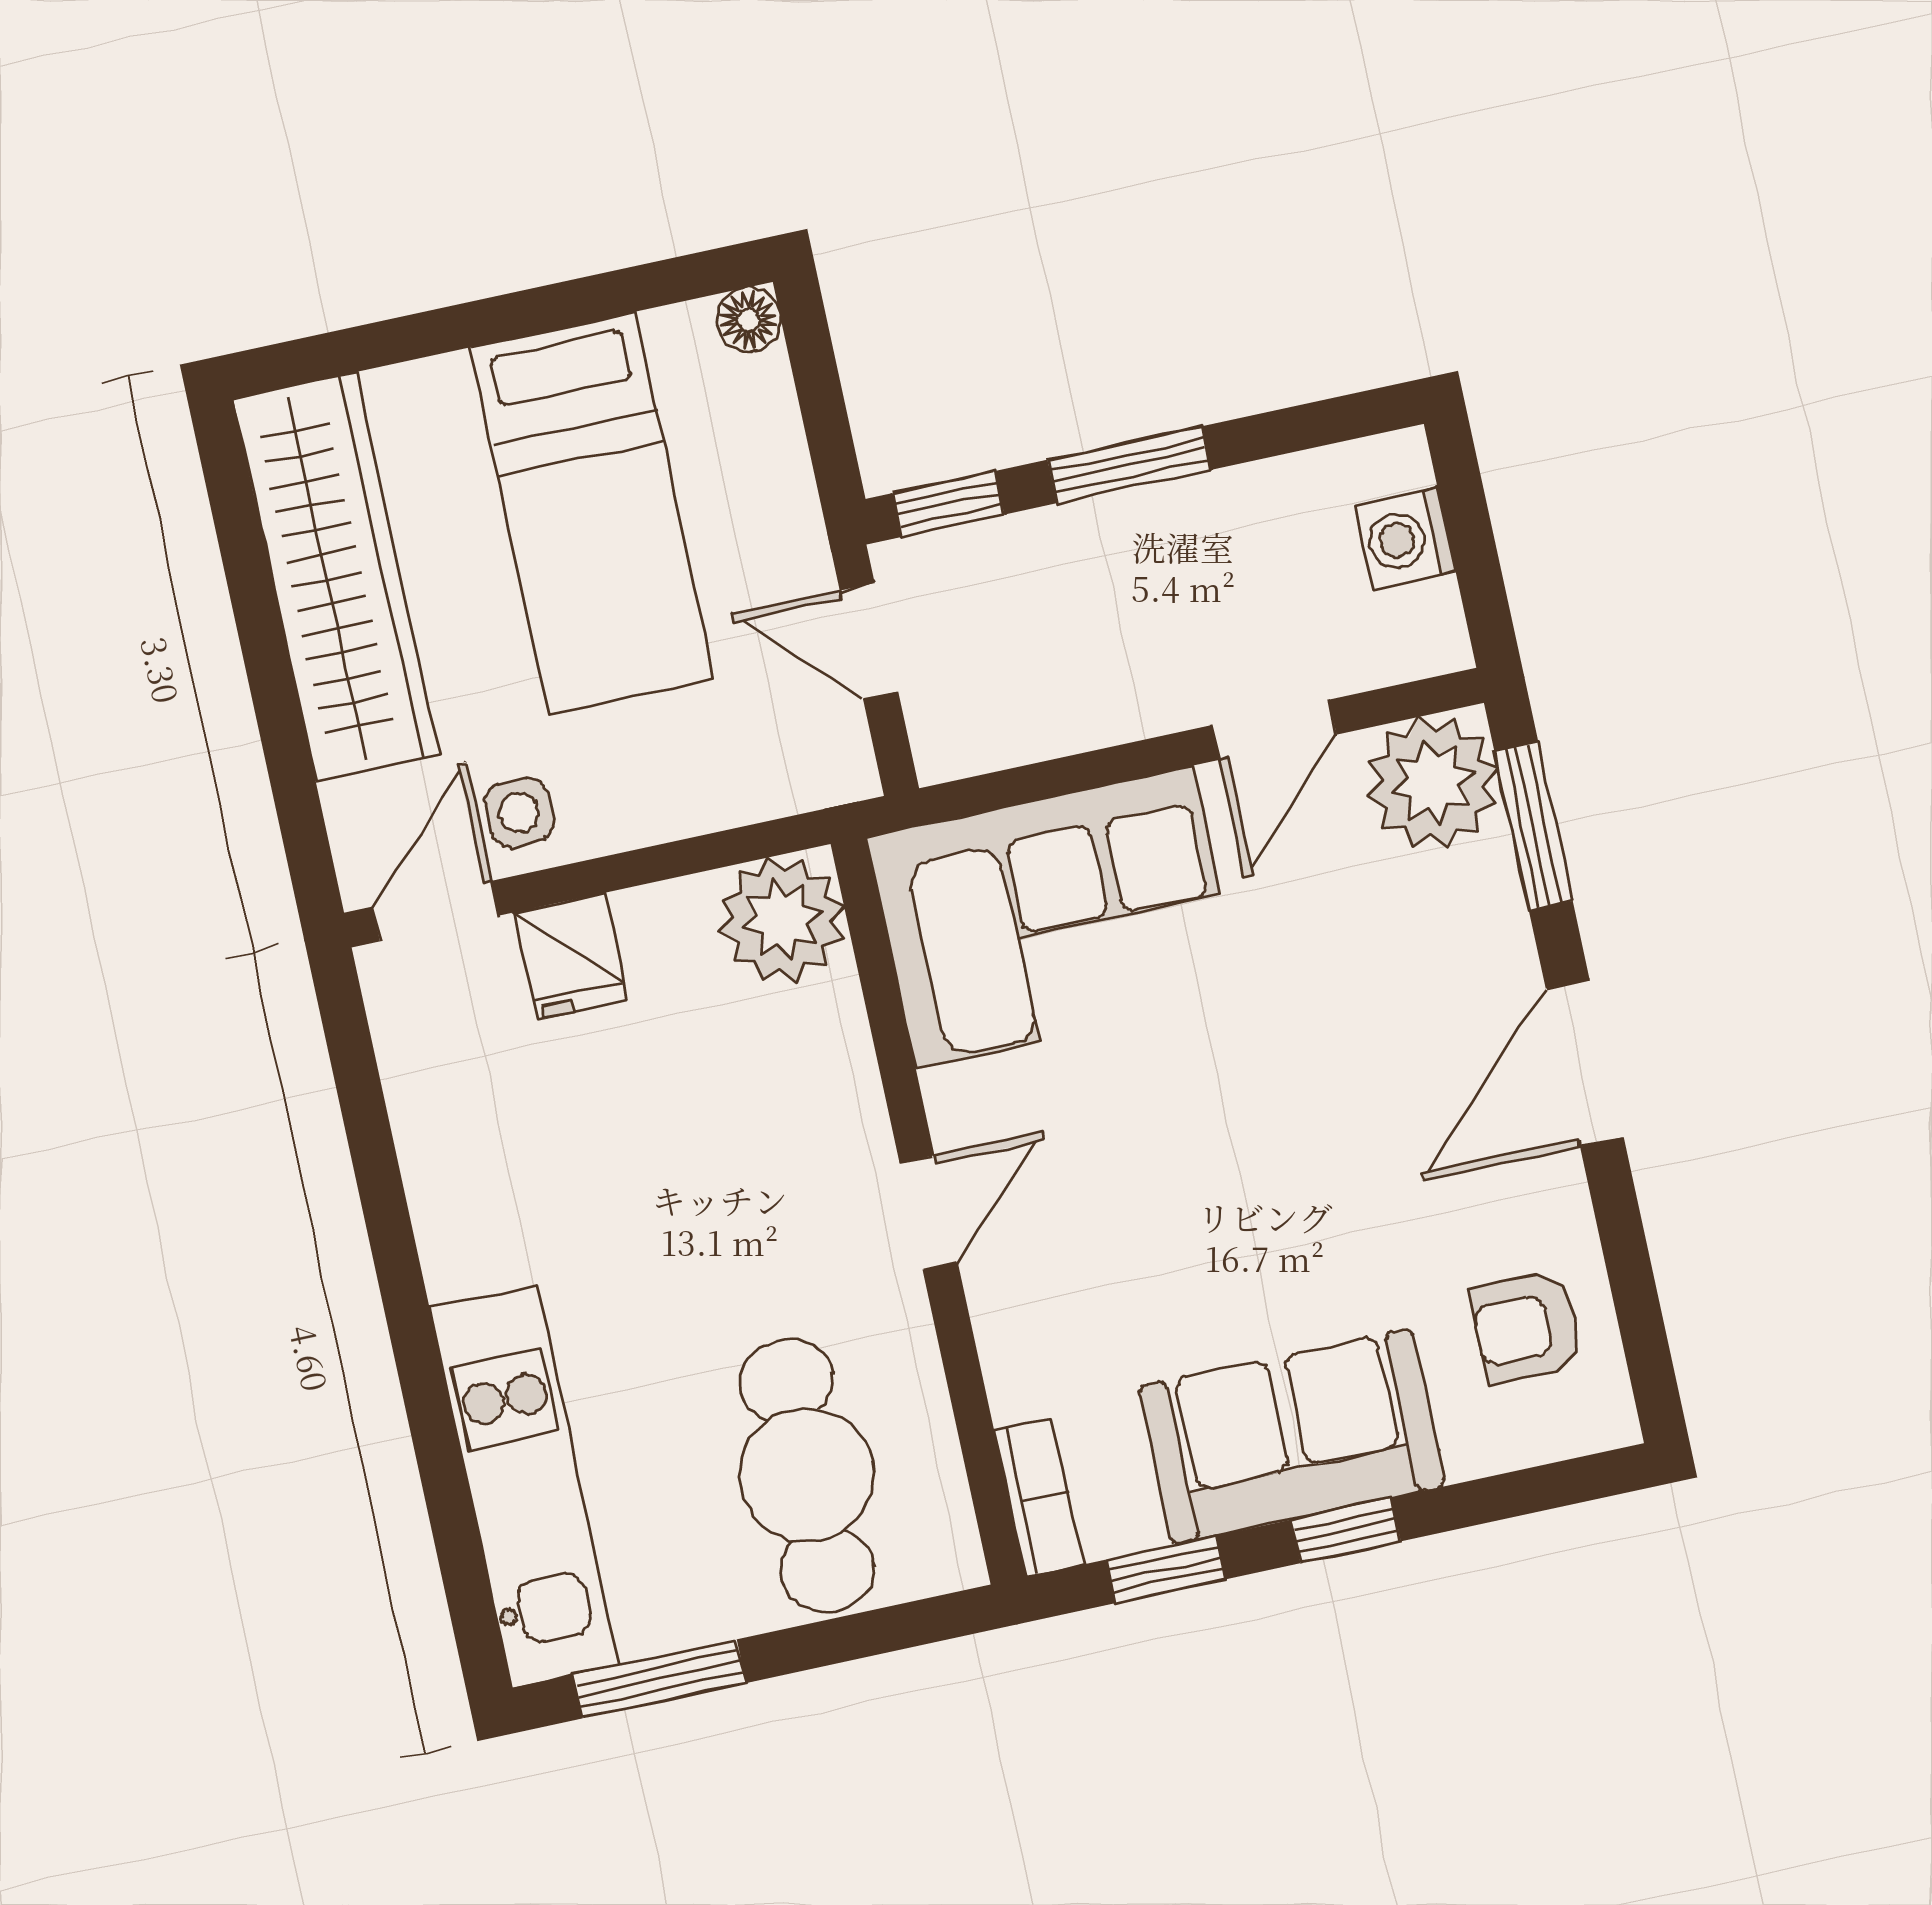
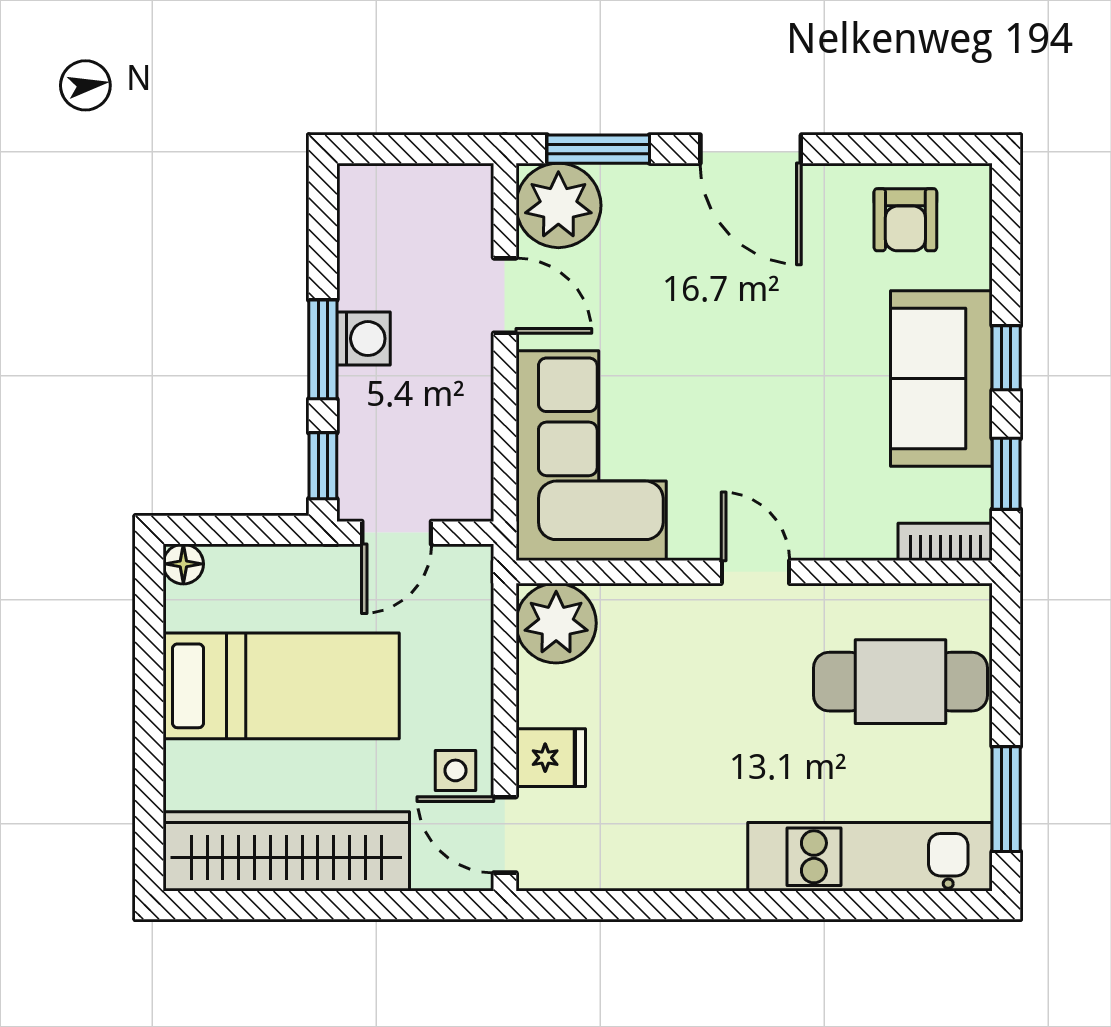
washing machine: (1405, 538) -> (364, 339), moved, turned -90

